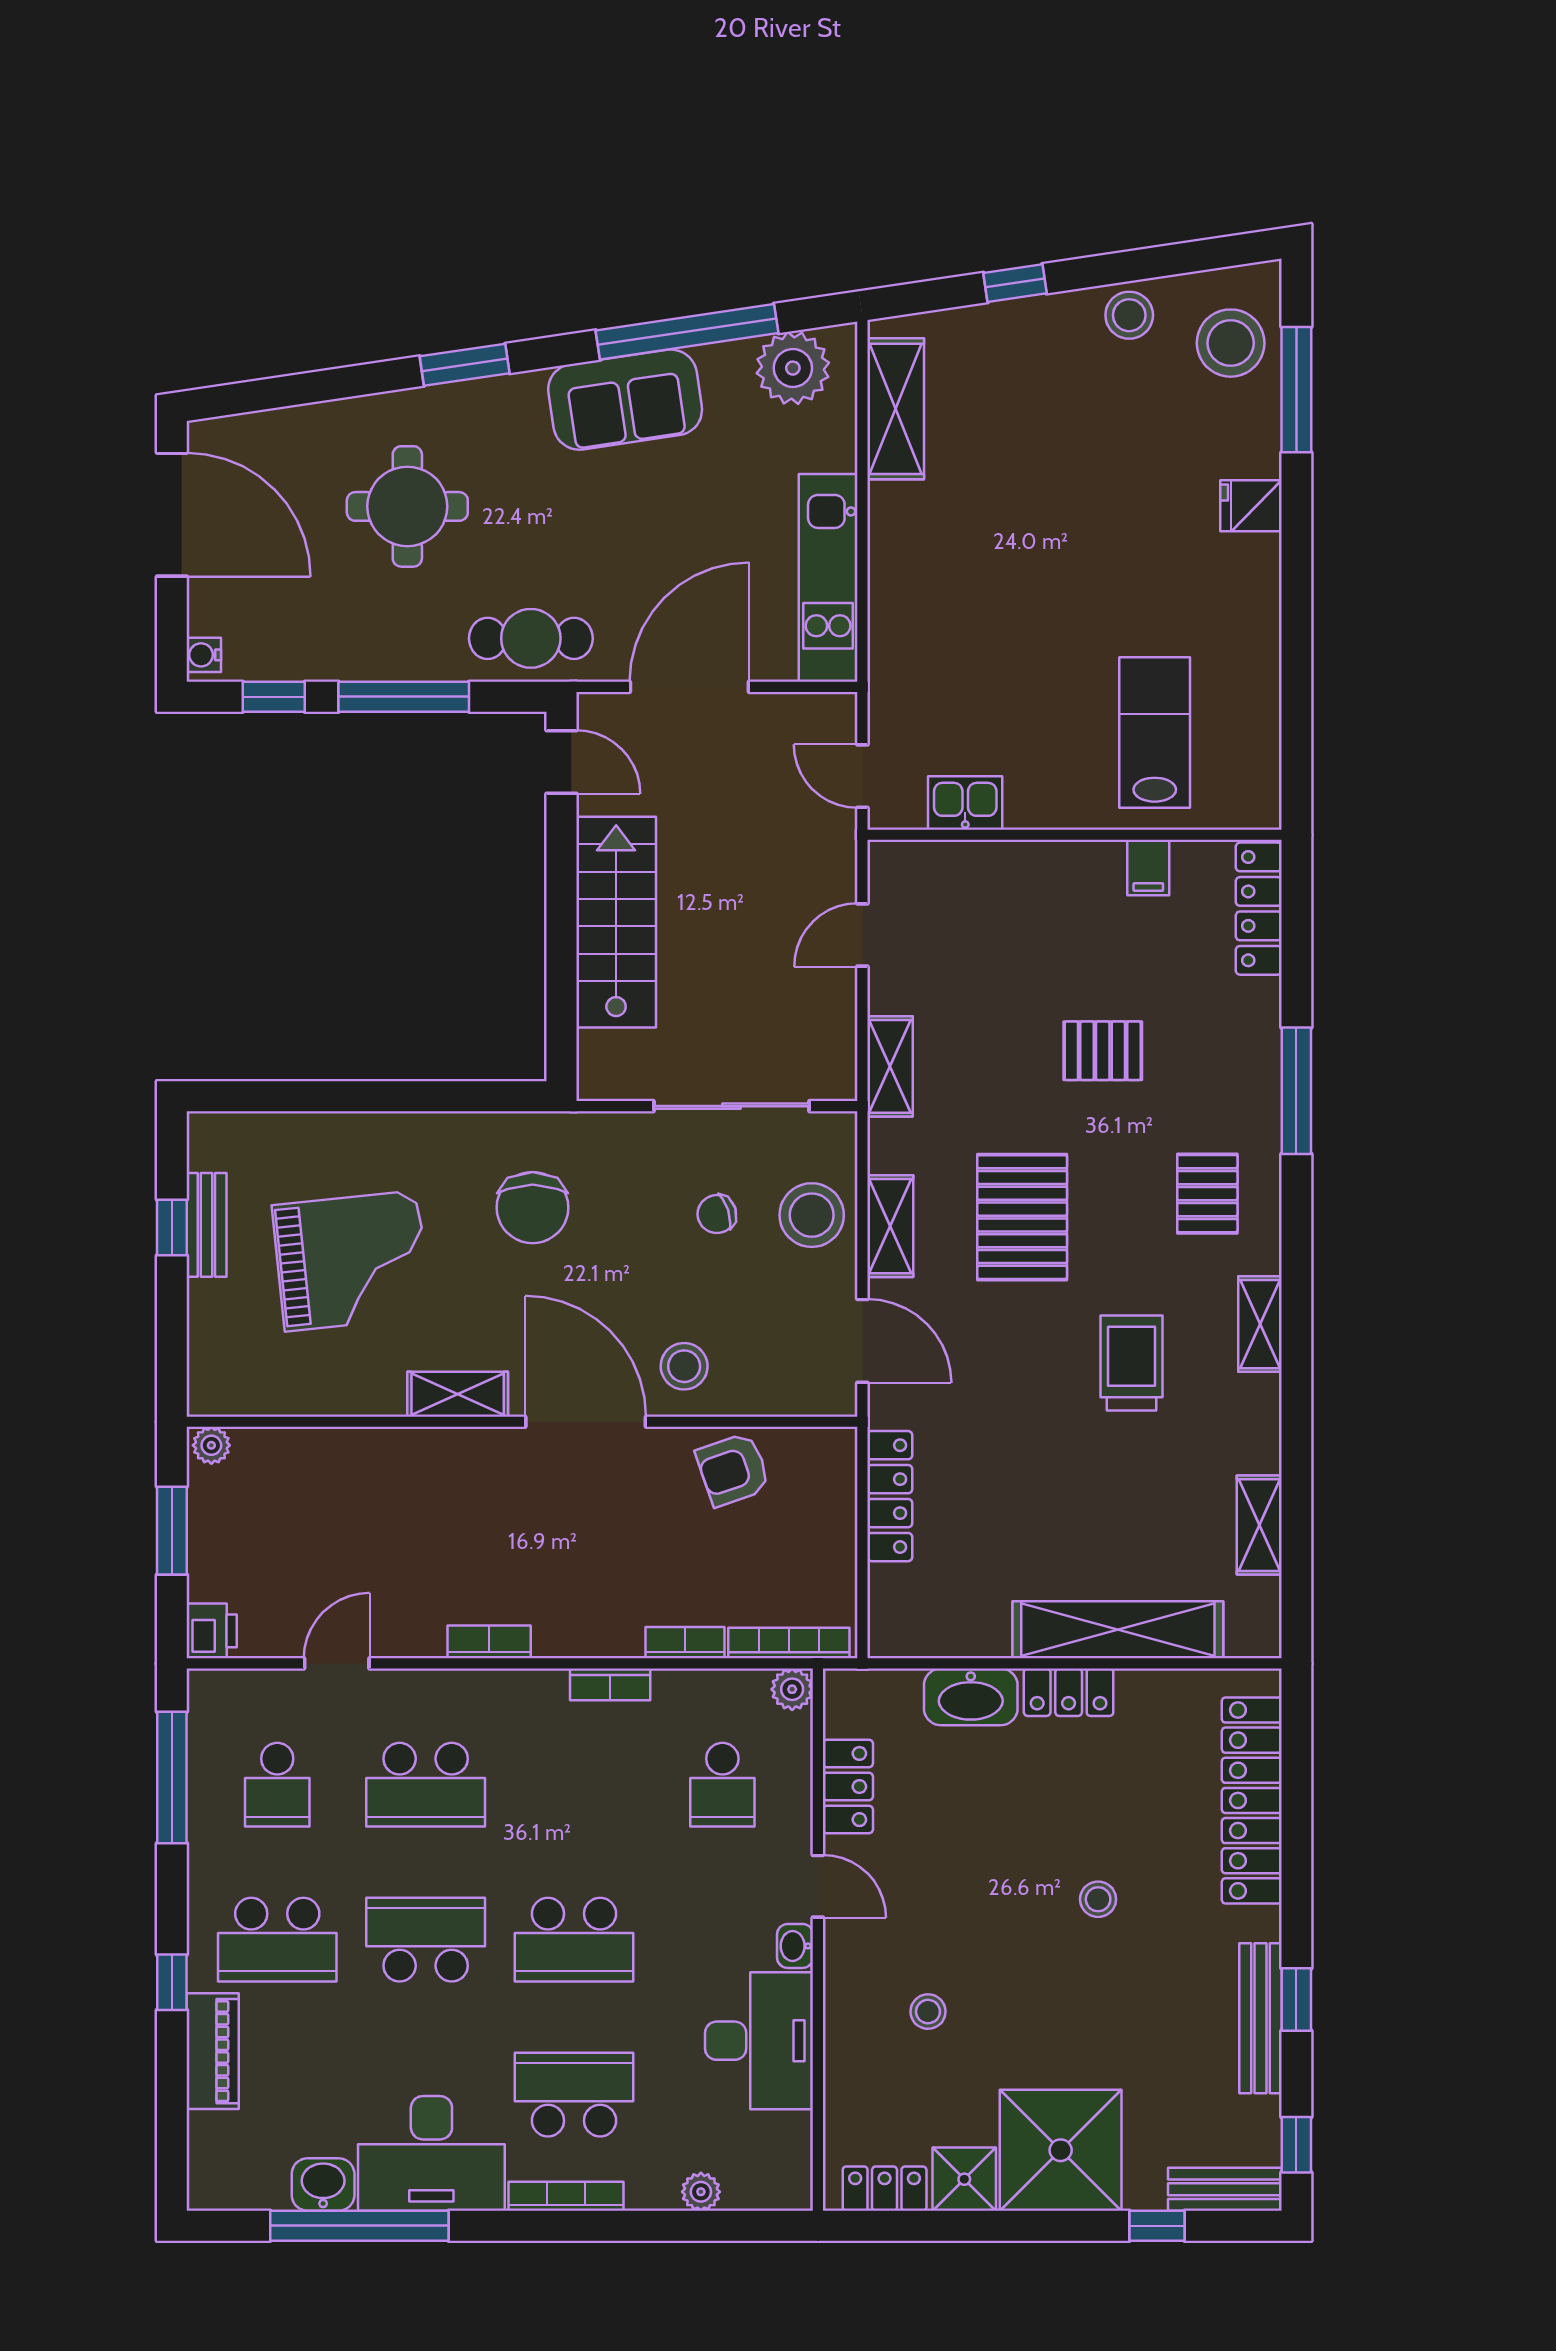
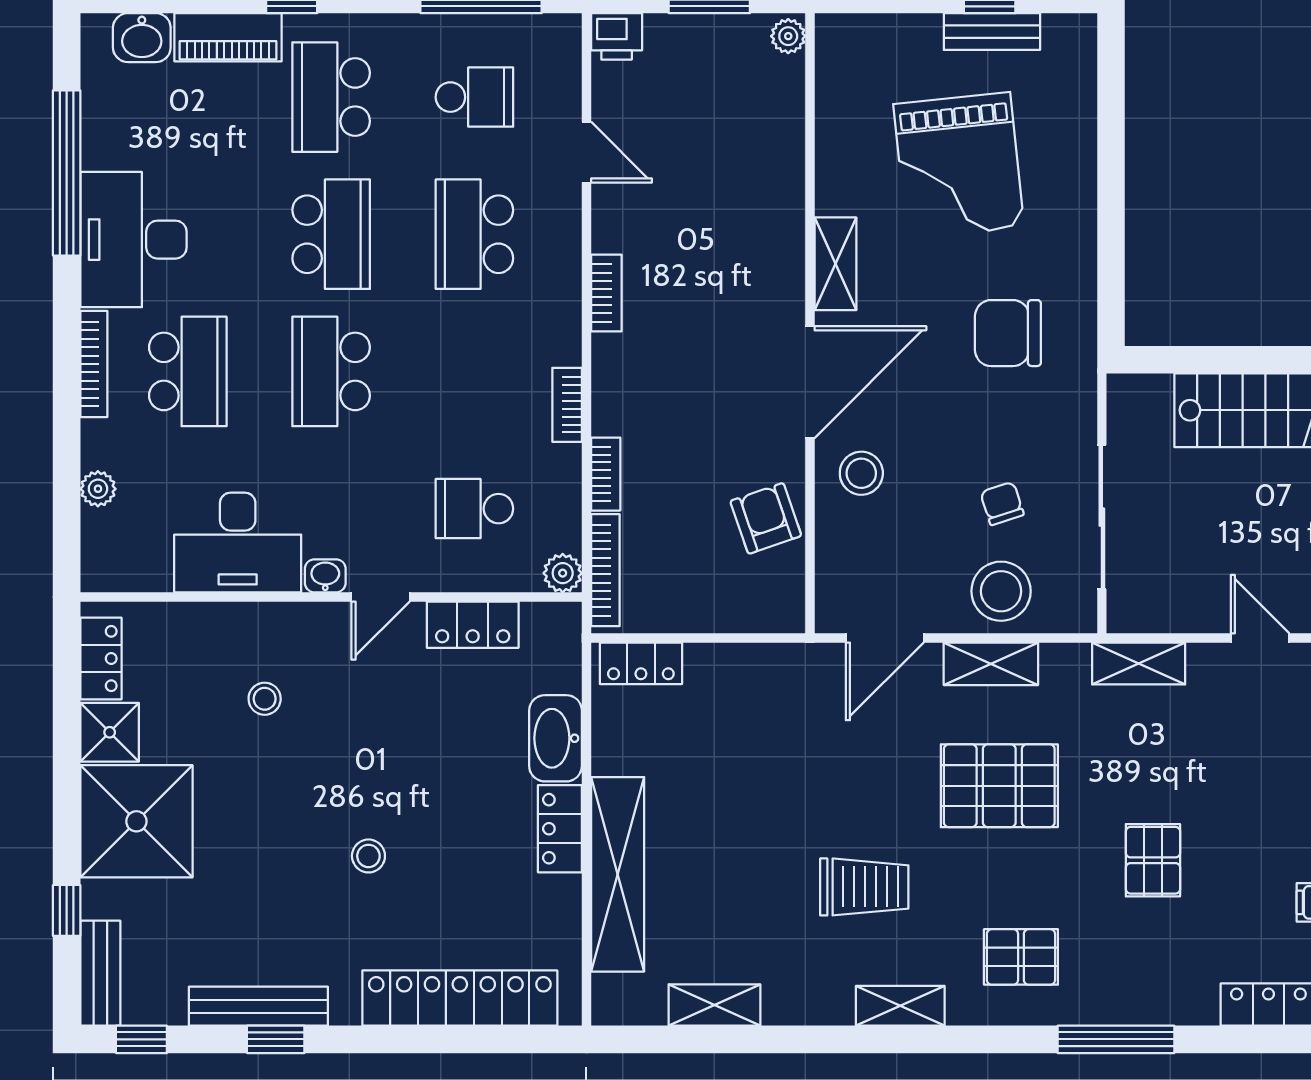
locker: (890, 1496) -> (641, 663), moved, width x0.66
school desk: (277, 1785) -> (474, 97), turned 180
washbasin: (323, 2185) -> (142, 38), moved, turned 90

